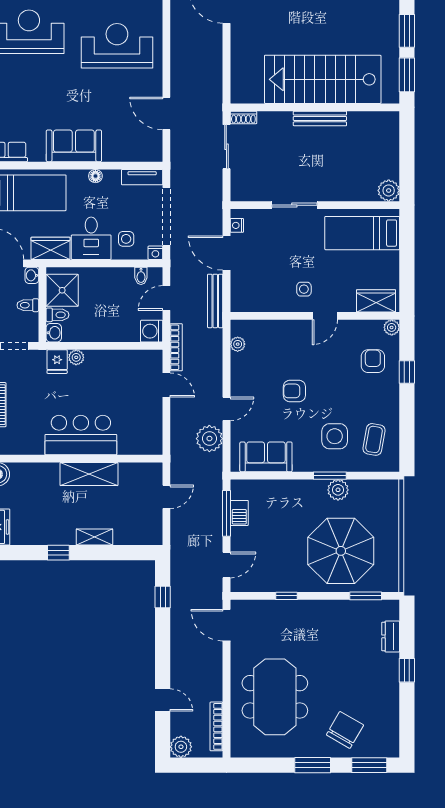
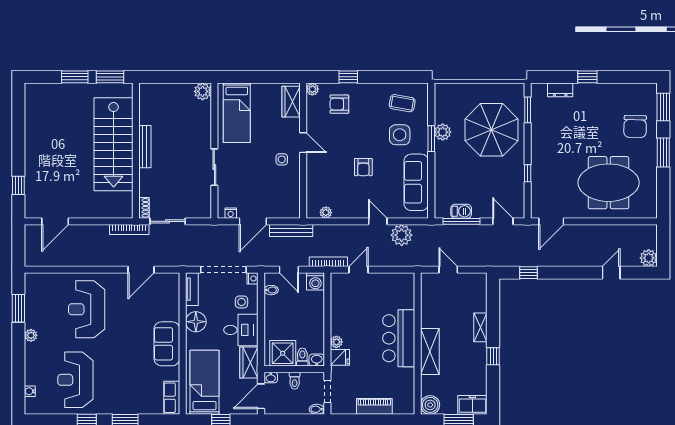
floor lamp: (95, 176) -> (196, 322), width x1.89, depth x1.89
sofa: (266, 457) -> (416, 182), width x1.36
shelving: (89, 474) -> (430, 352), moved
bookcase: (216, 726) -> (129, 230), moved
chair: (345, 730) -> (635, 127), turned -119

